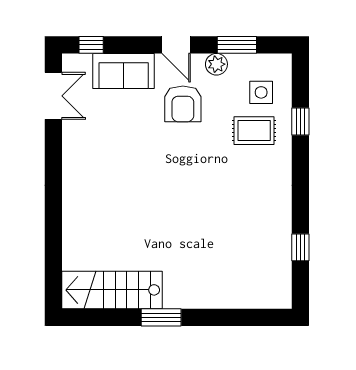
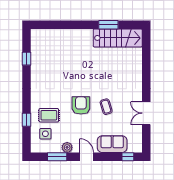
double door: (53, 96) -> (146, 113), moved
armchair: (183, 104) -> (81, 105), moved
coffee table: (136, 148) -> (106, 107), added
window: (161, 317) -> (108, 25), moved

